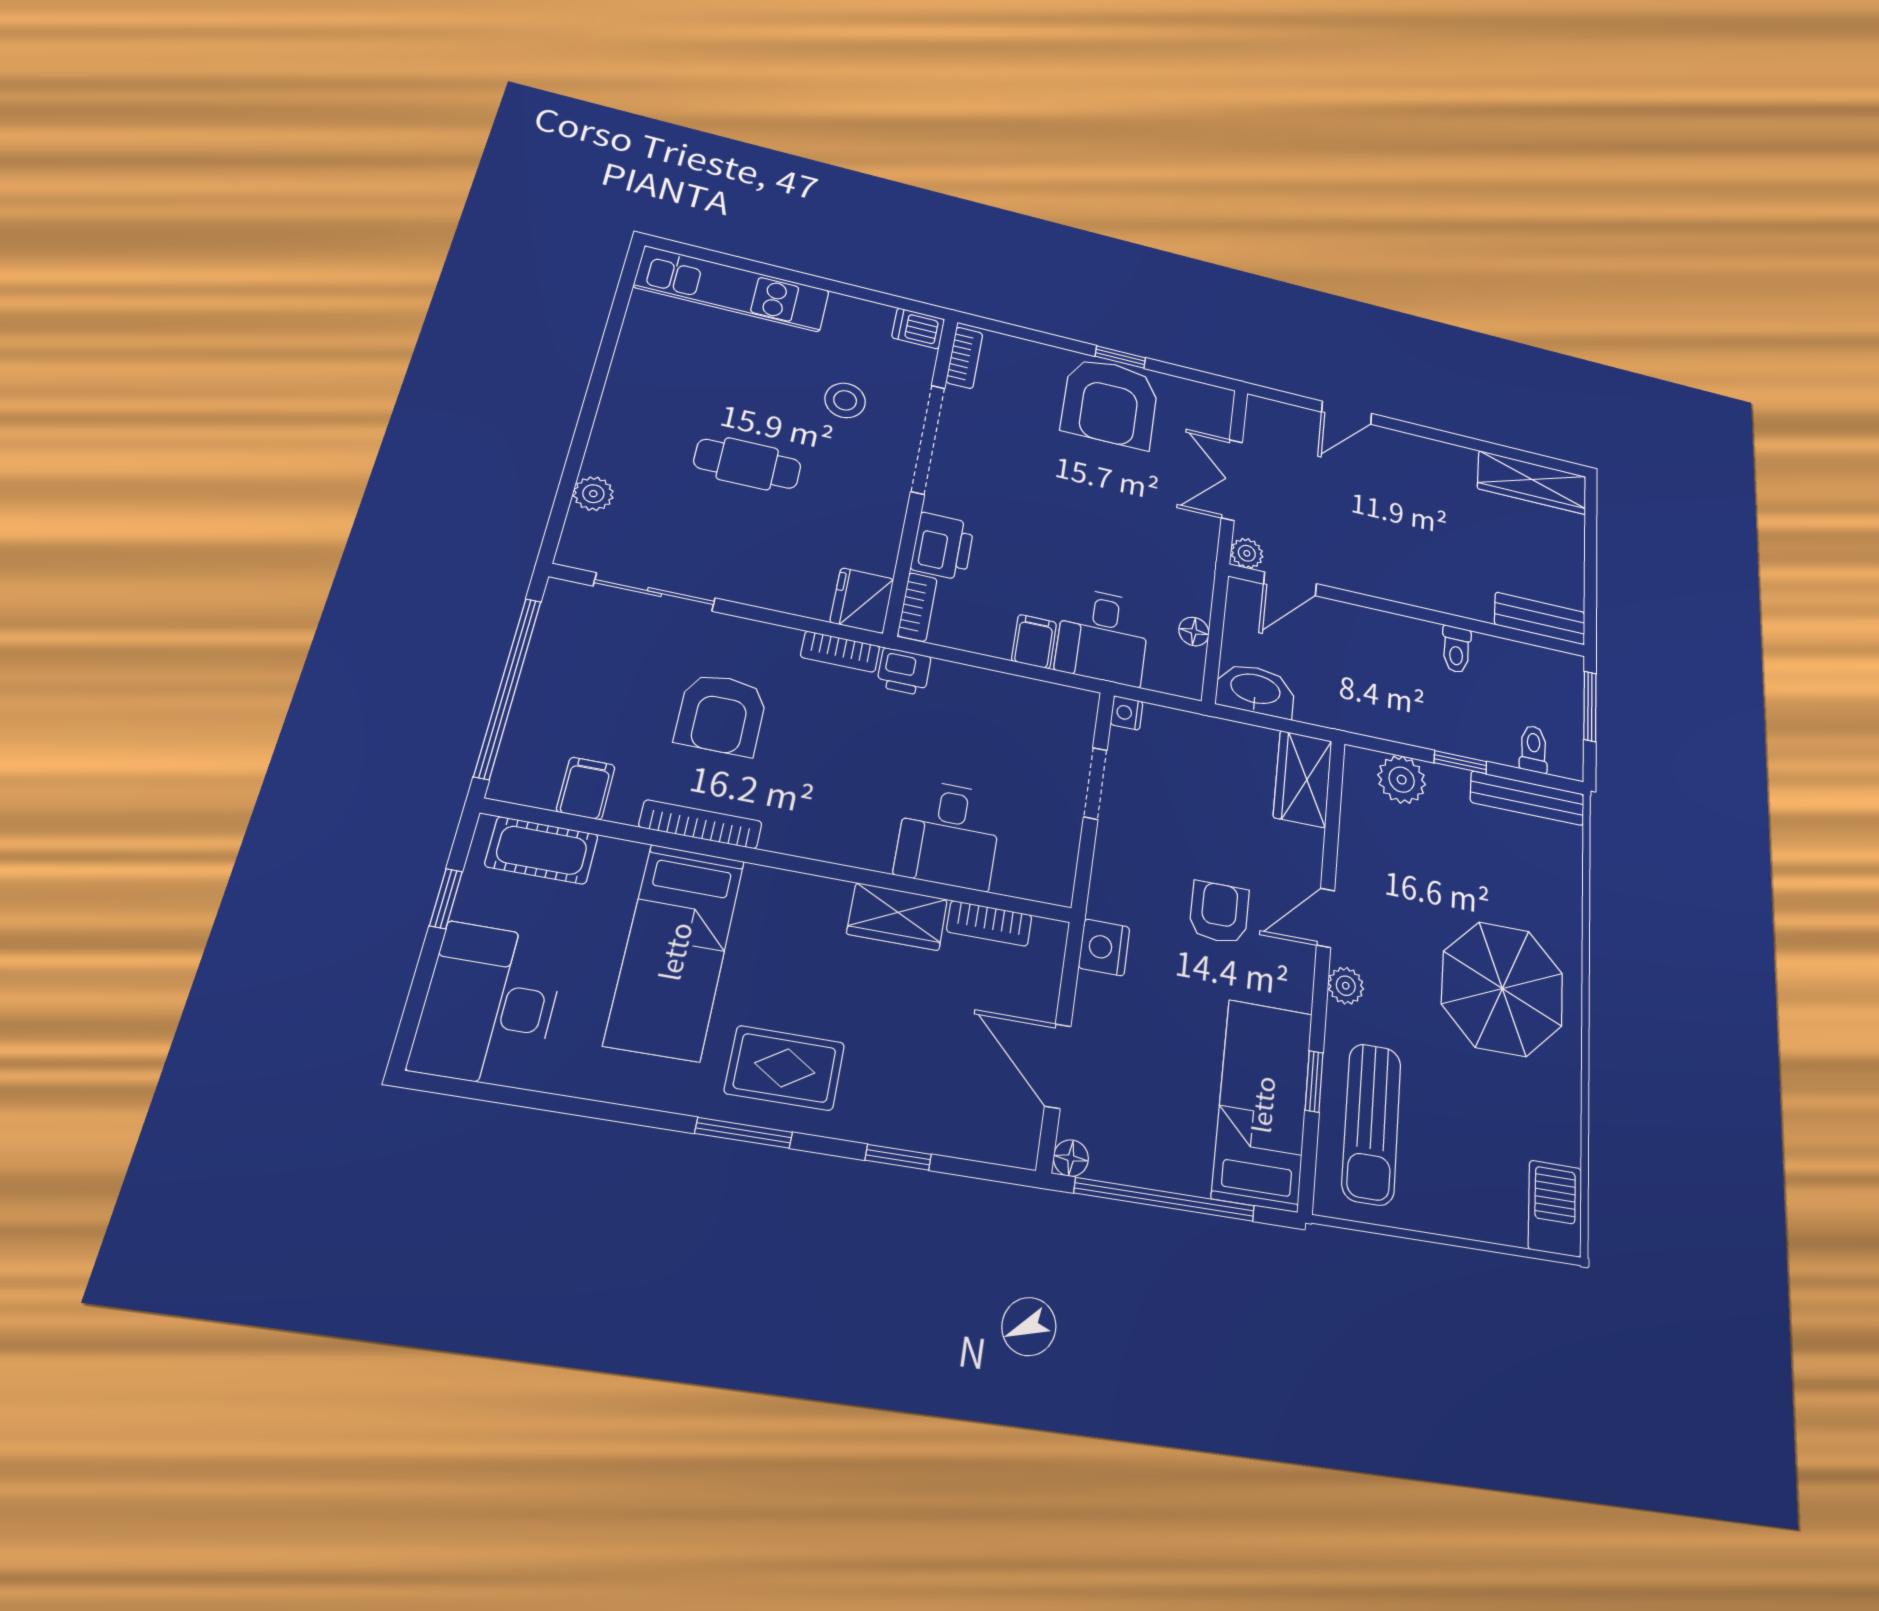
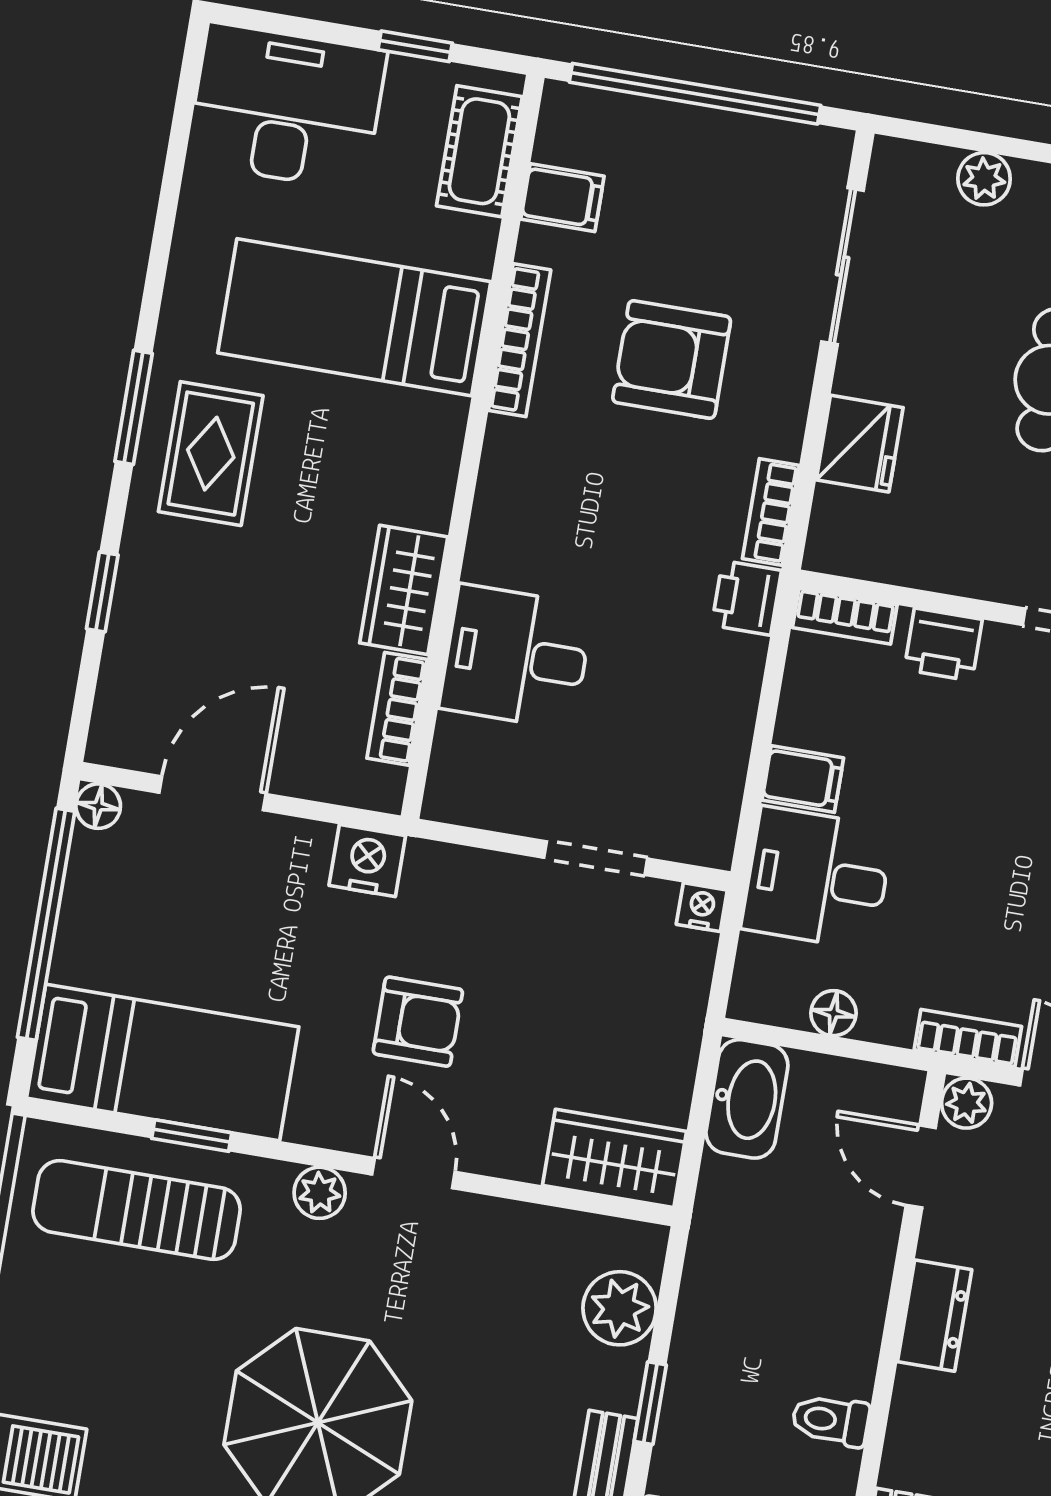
printer: (943, 546) -> (943, 645), width x0.73, depth x0.81
bookcase: (1205, 549) -> (968, 1038), added
dresser: (1384, 582) -> (935, 1316), added
fridge: (862, 601) -> (860, 444), moved, turned 90

